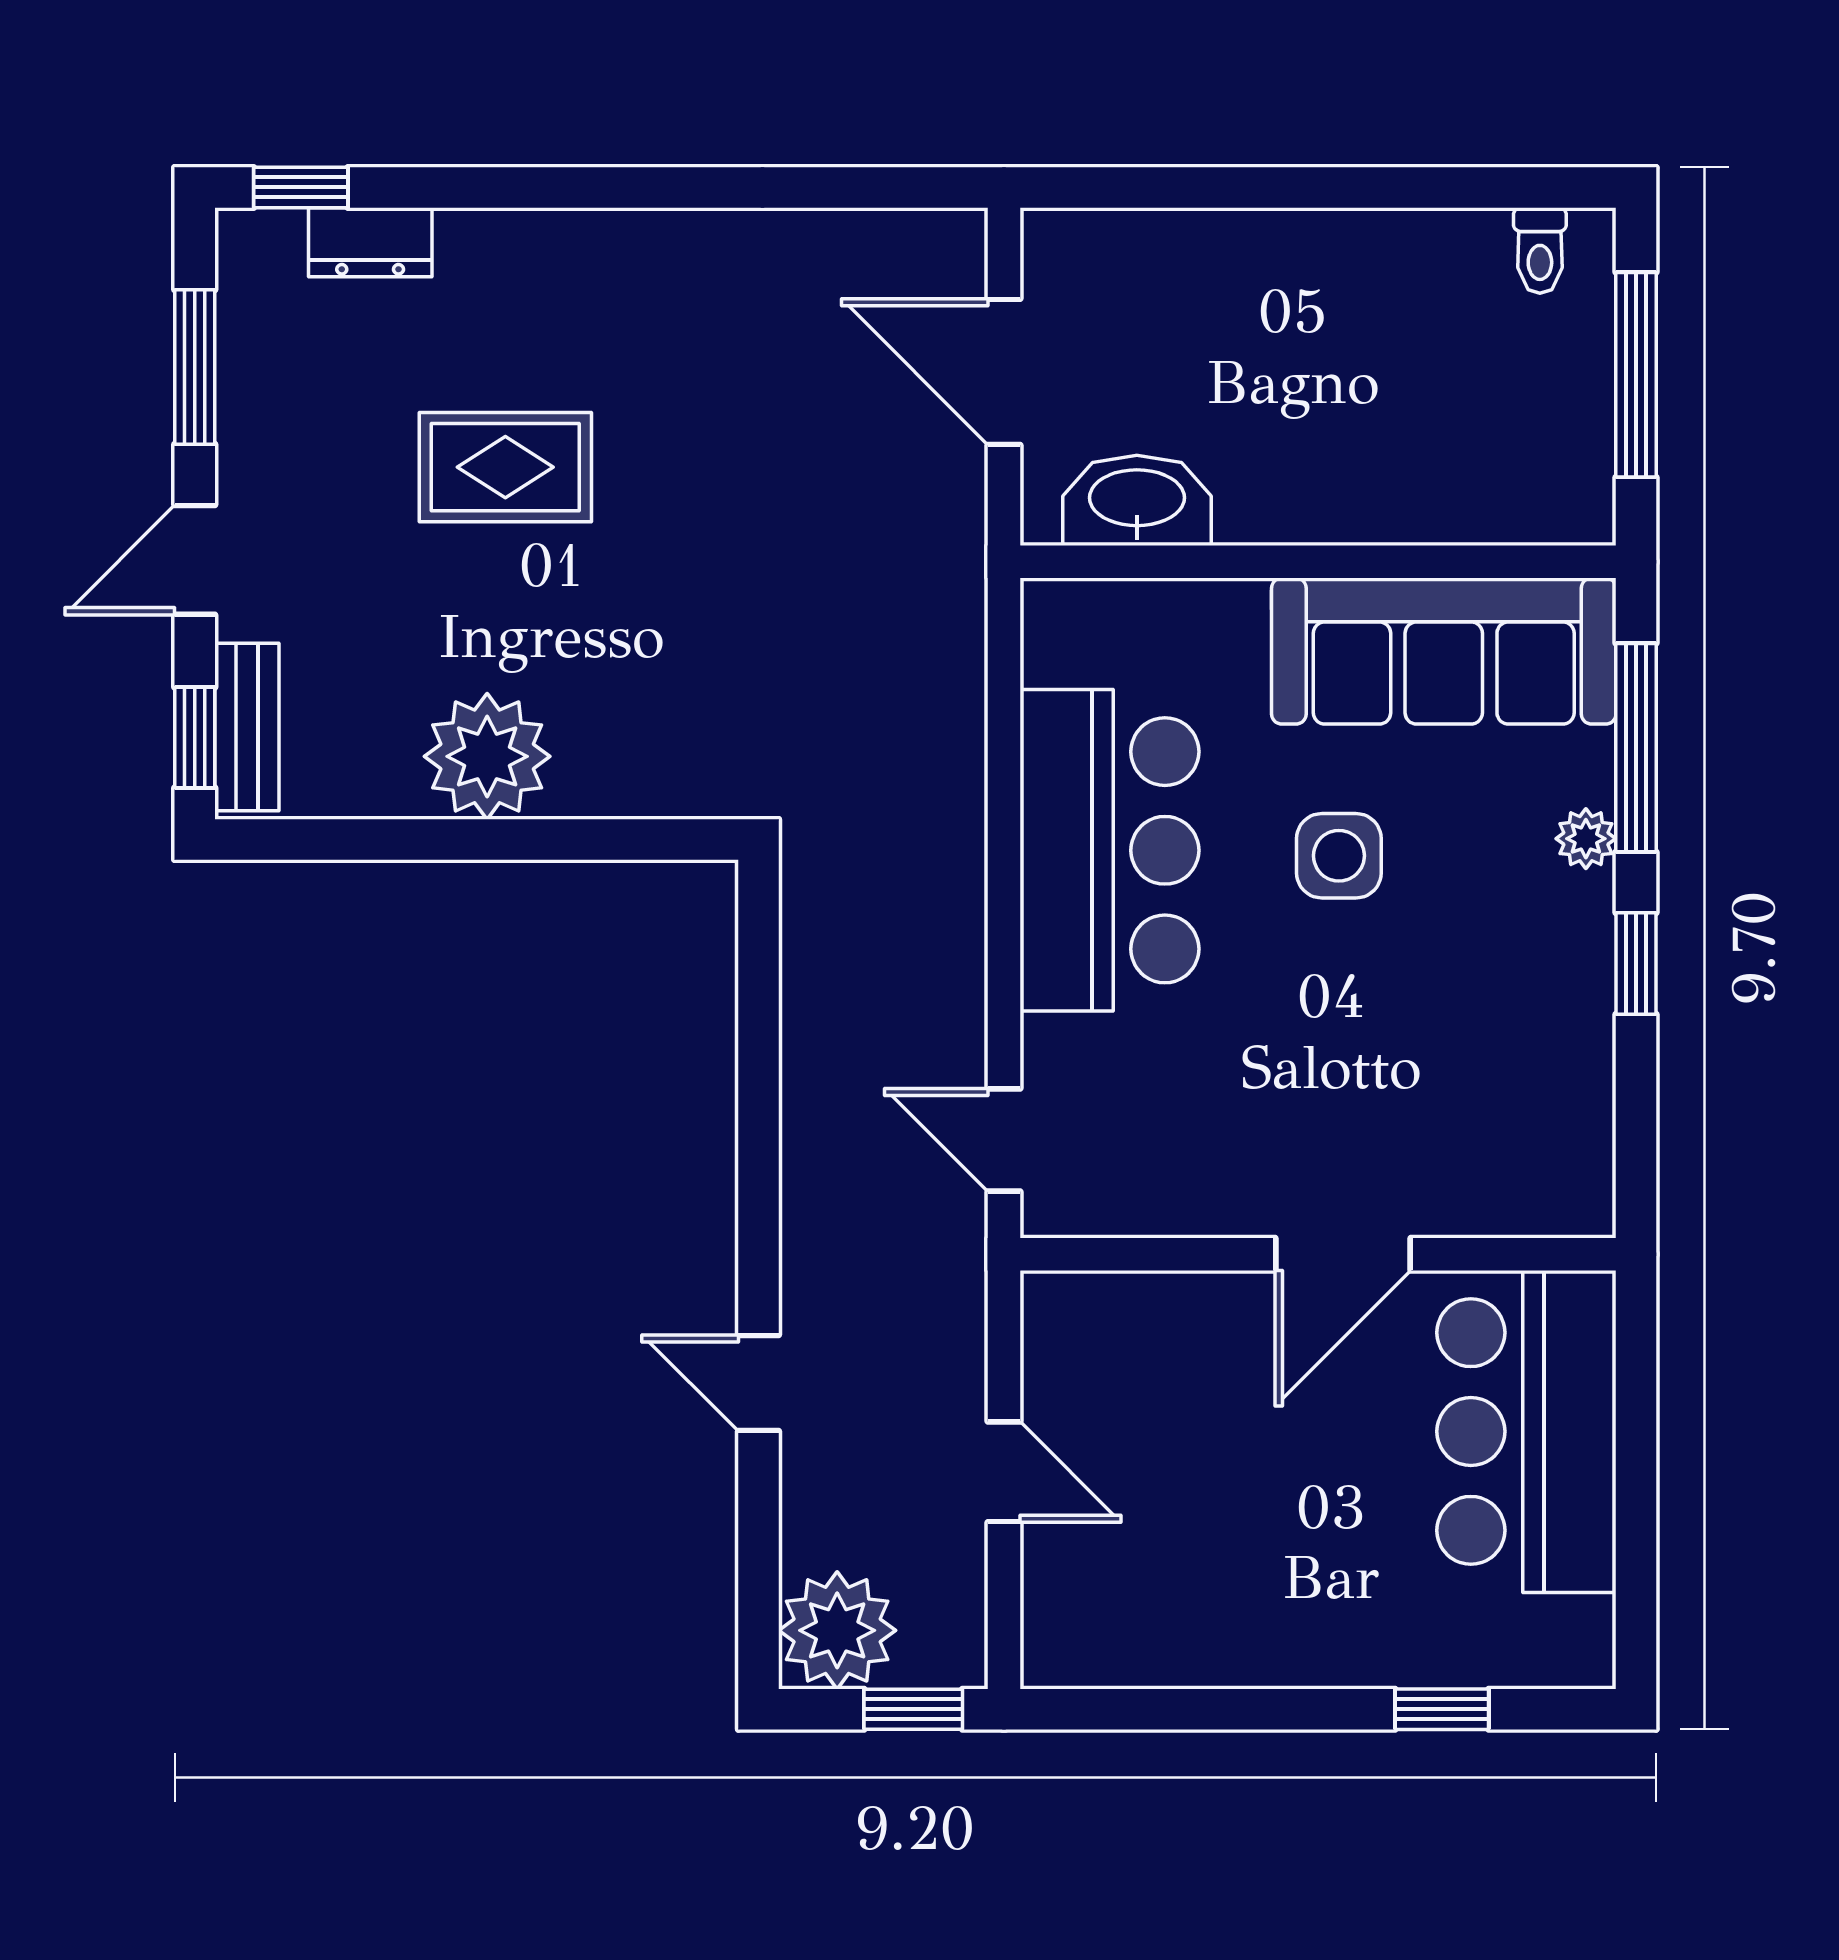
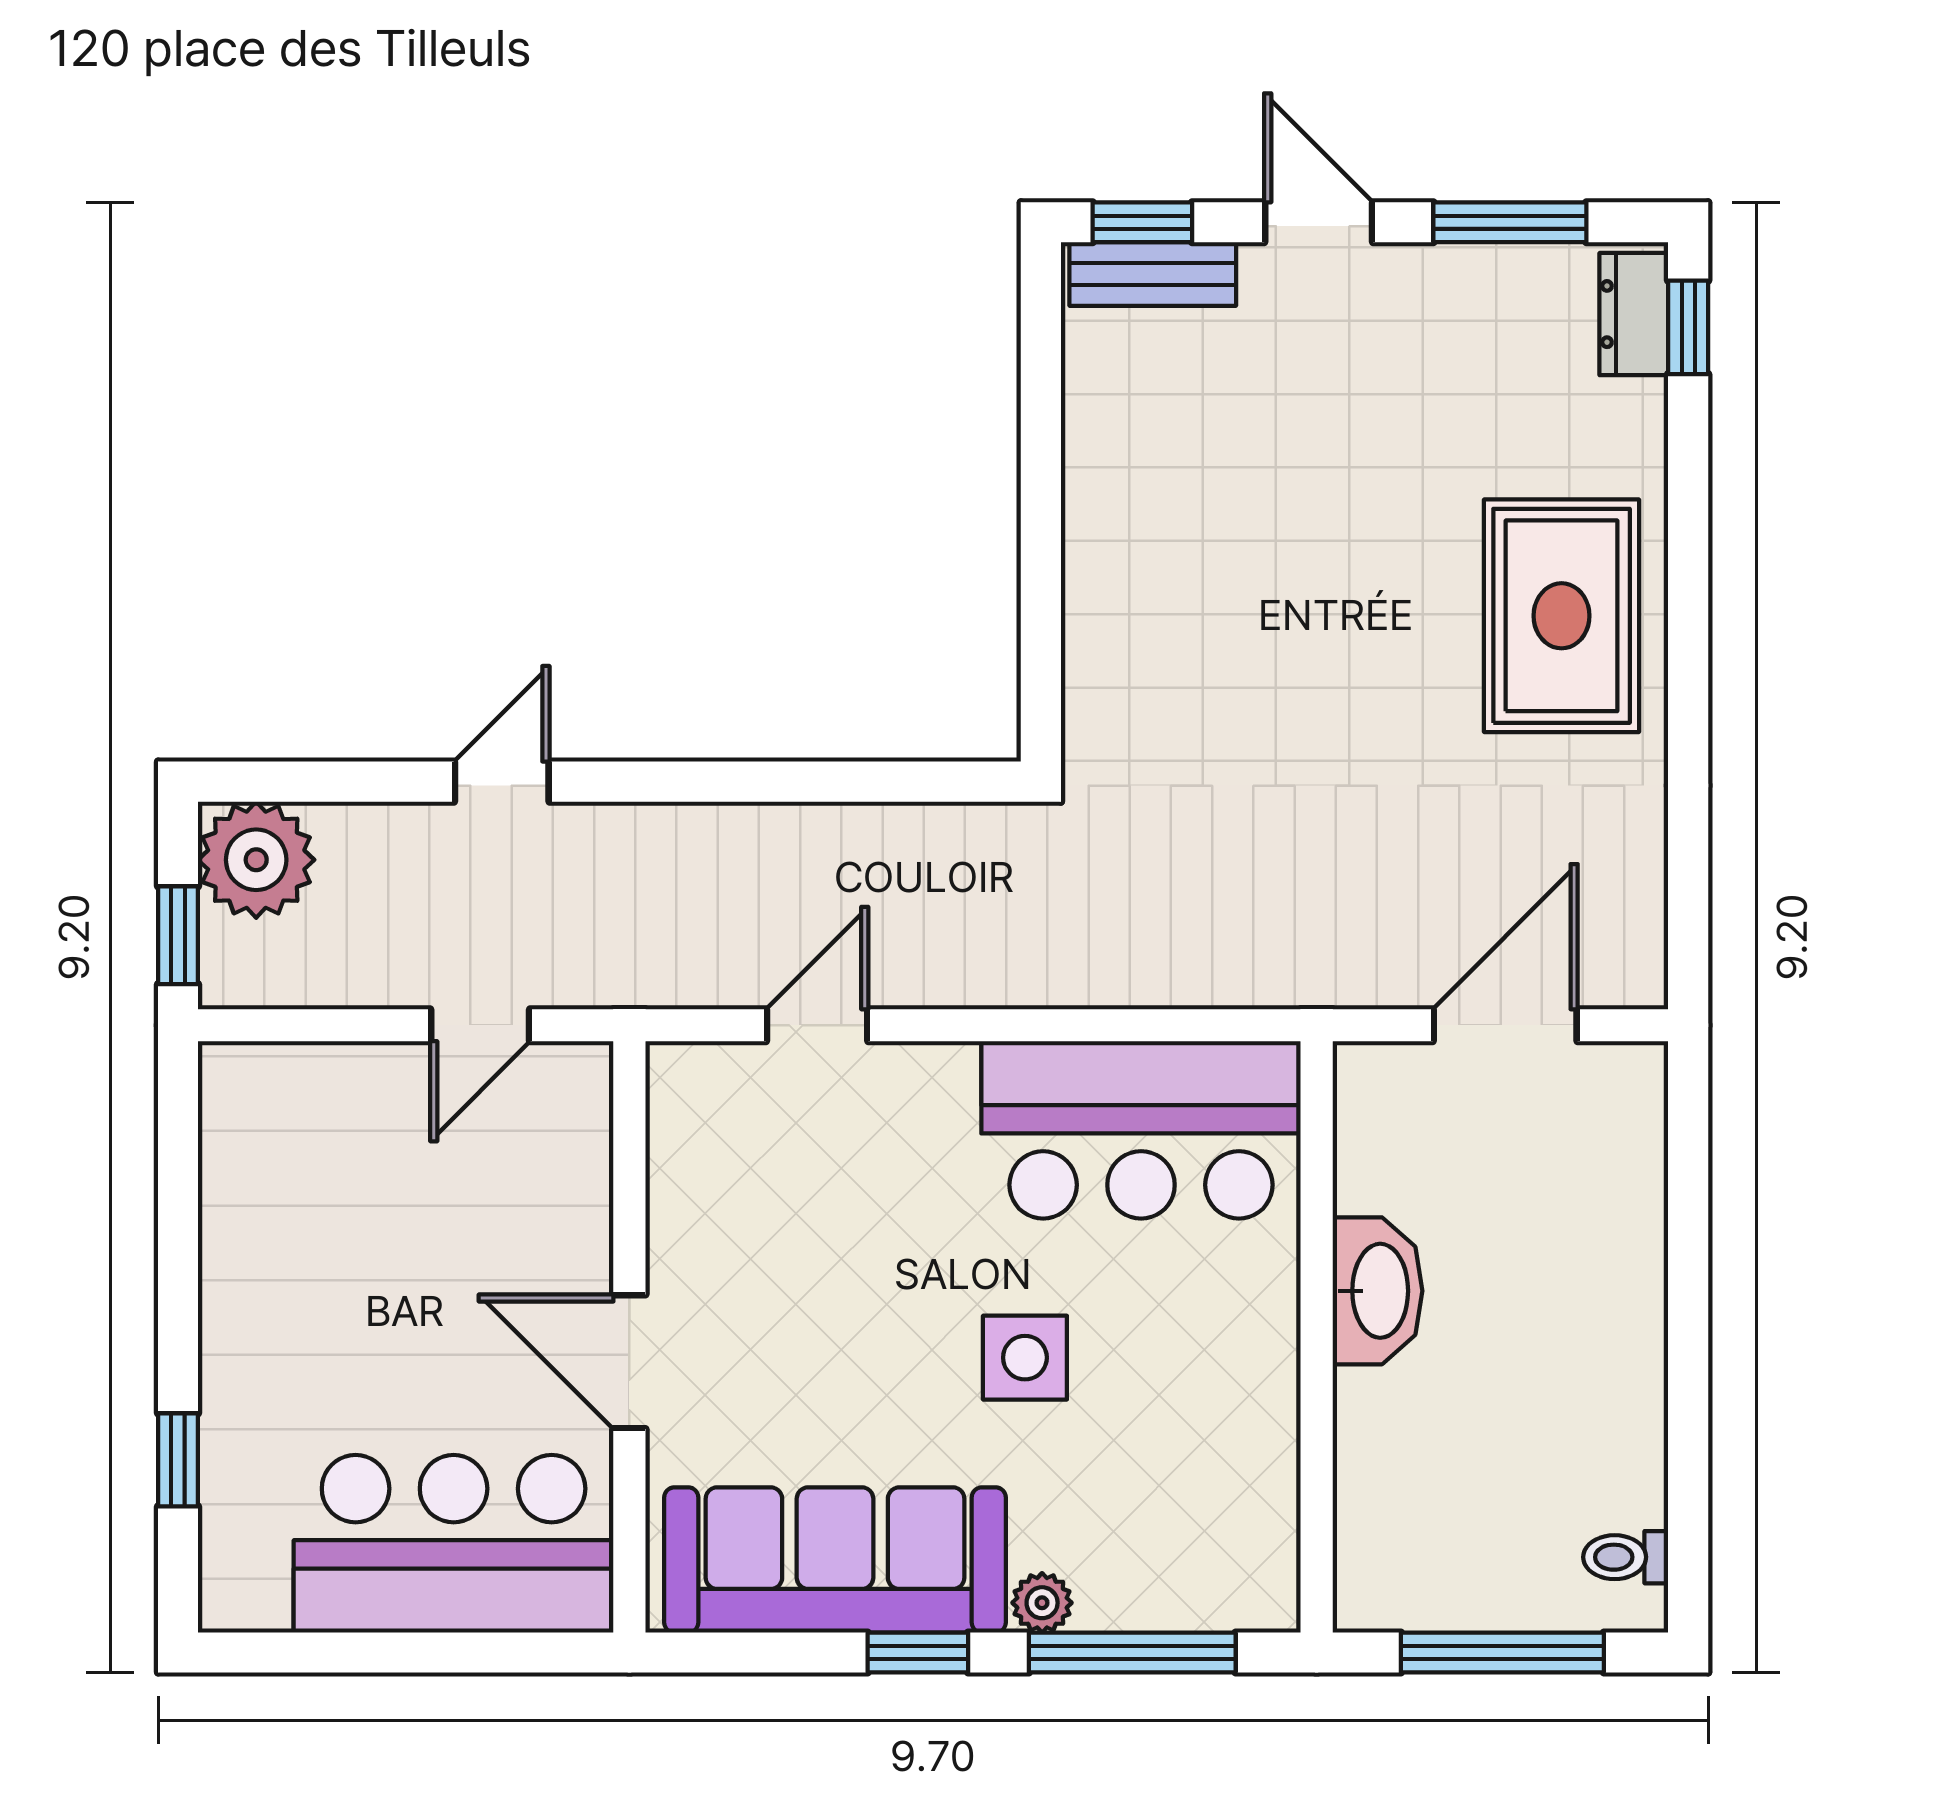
dresser: (370, 242) -> (1634, 314), moved
rug: (505, 467) -> (1562, 616), moved, width x1.36, depth x1.43
washbasin: (1137, 500) -> (1378, 1291), moved
sofa: (1444, 651) -> (835, 1560), moved, turned 90
plant: (487, 756) -> (1123, 512), removed
bar counter: (1109, 850) -> (1141, 1130), moved
door: (1004, 1140) -> (817, 1025), moved
door: (1004, 1472) -> (480, 1025), moved

